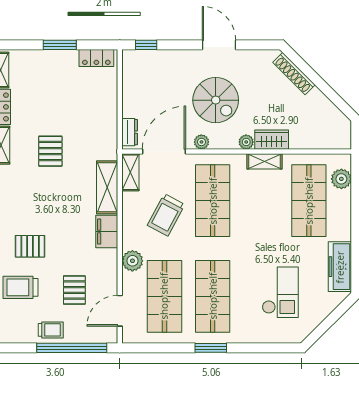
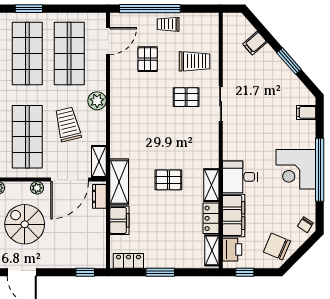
pallet: (50, 151) -> (168, 180), turned 90
shelving: (107, 187) -> (119, 182), moved
trolley: (166, 215) -> (68, 124), turned -42
filing cabinet: (107, 232) -> (119, 220), moved
plant: (132, 261) -> (97, 101), moved

